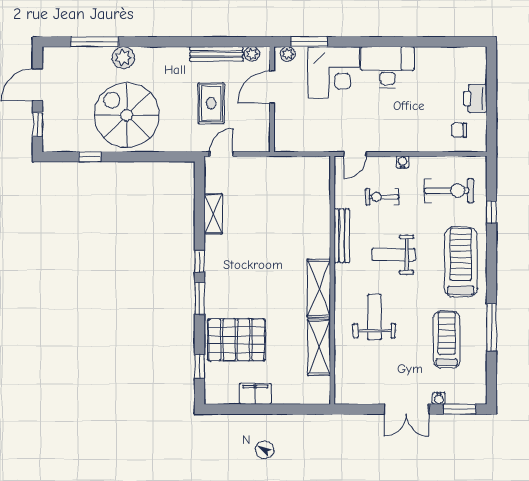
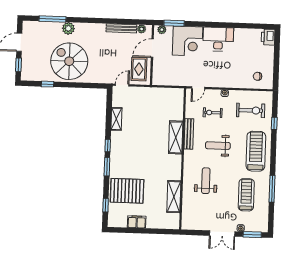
printer: (475, 98) -> (268, 37), moved
rug: (211, 103) -> (139, 69), moved
shelving: (319, 288) -> (176, 137), moved

